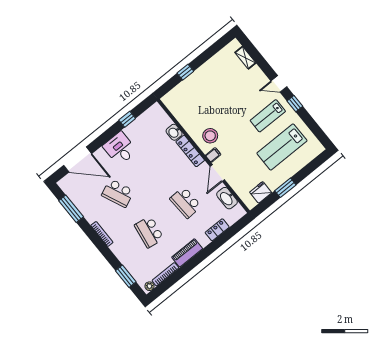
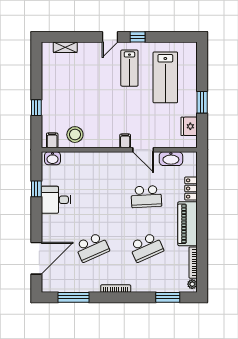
filing cabinet: (171, 102) -> (52, 140), added
washbasin: (174, 132) -> (53, 158), moved
stool: (210, 136) -> (75, 135), moved
desk: (120, 148) -> (56, 200), moved
locker: (190, 151) -> (106, 157), removed
school desk: (149, 232) -> (146, 247), turned -33
piano: (187, 253) -> (187, 224), width x1.37, depth x1.33

